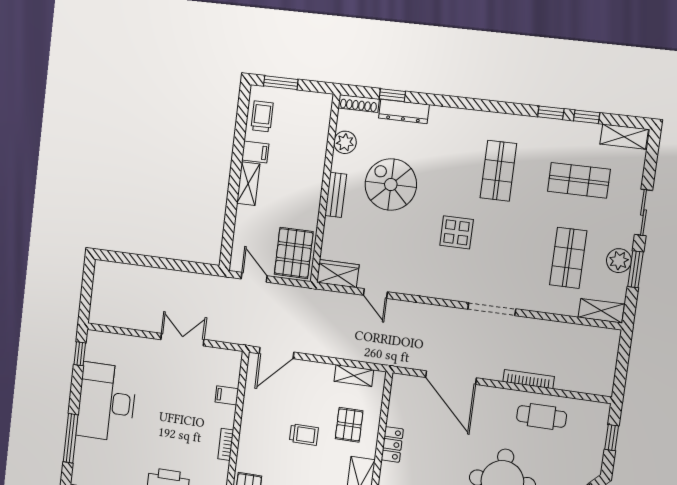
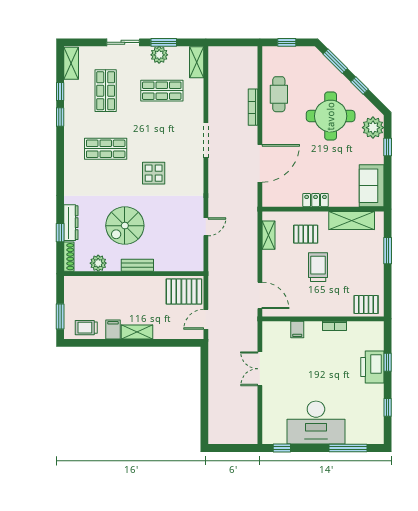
wardrobe: (338, 274) -> (195, 257), removed
trolley: (304, 435) -> (318, 267), width x1.36, depth x1.39

